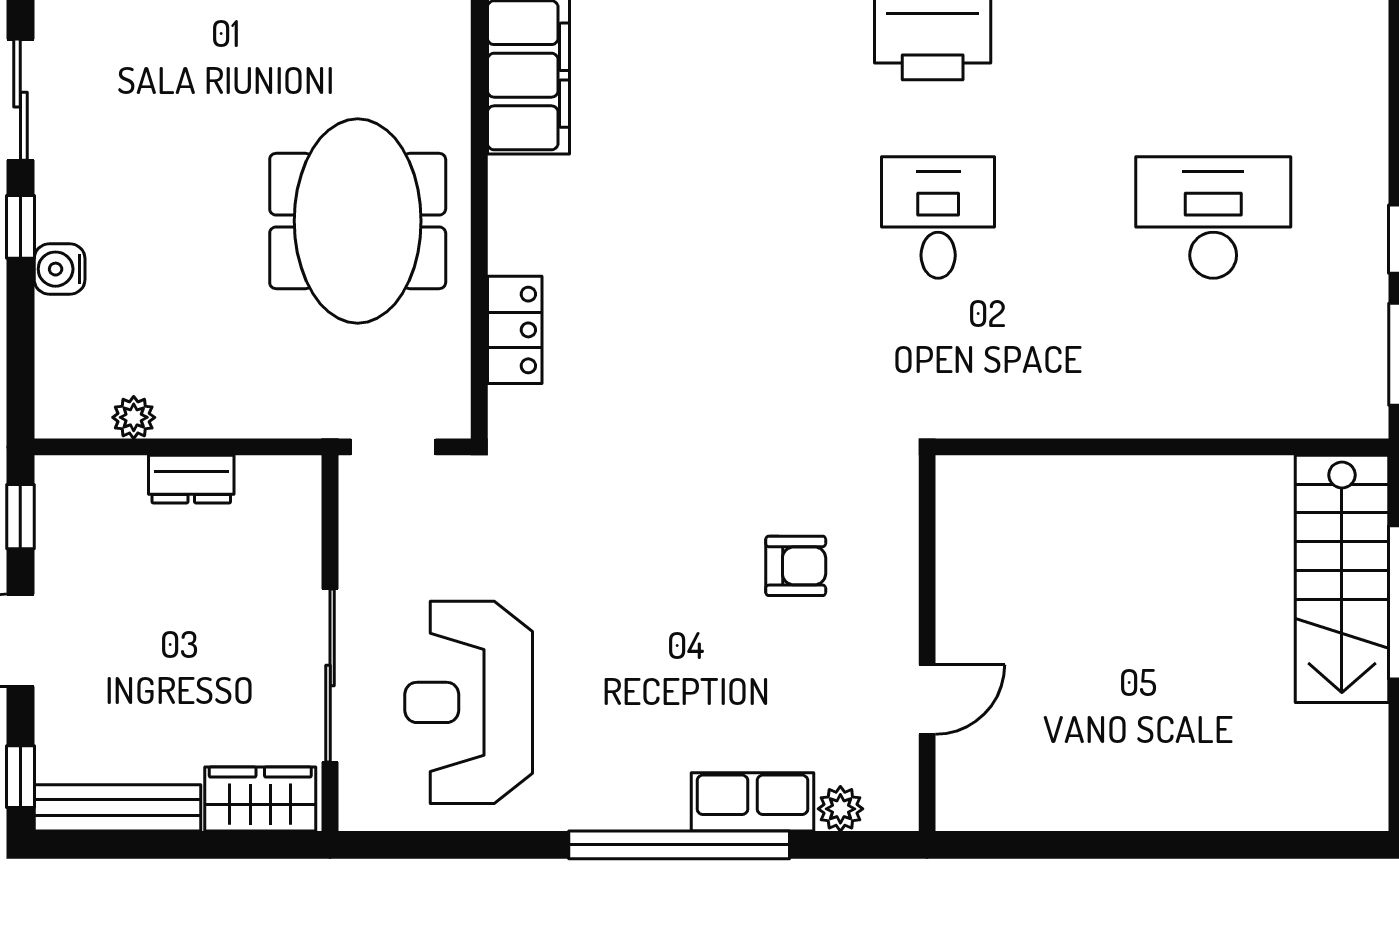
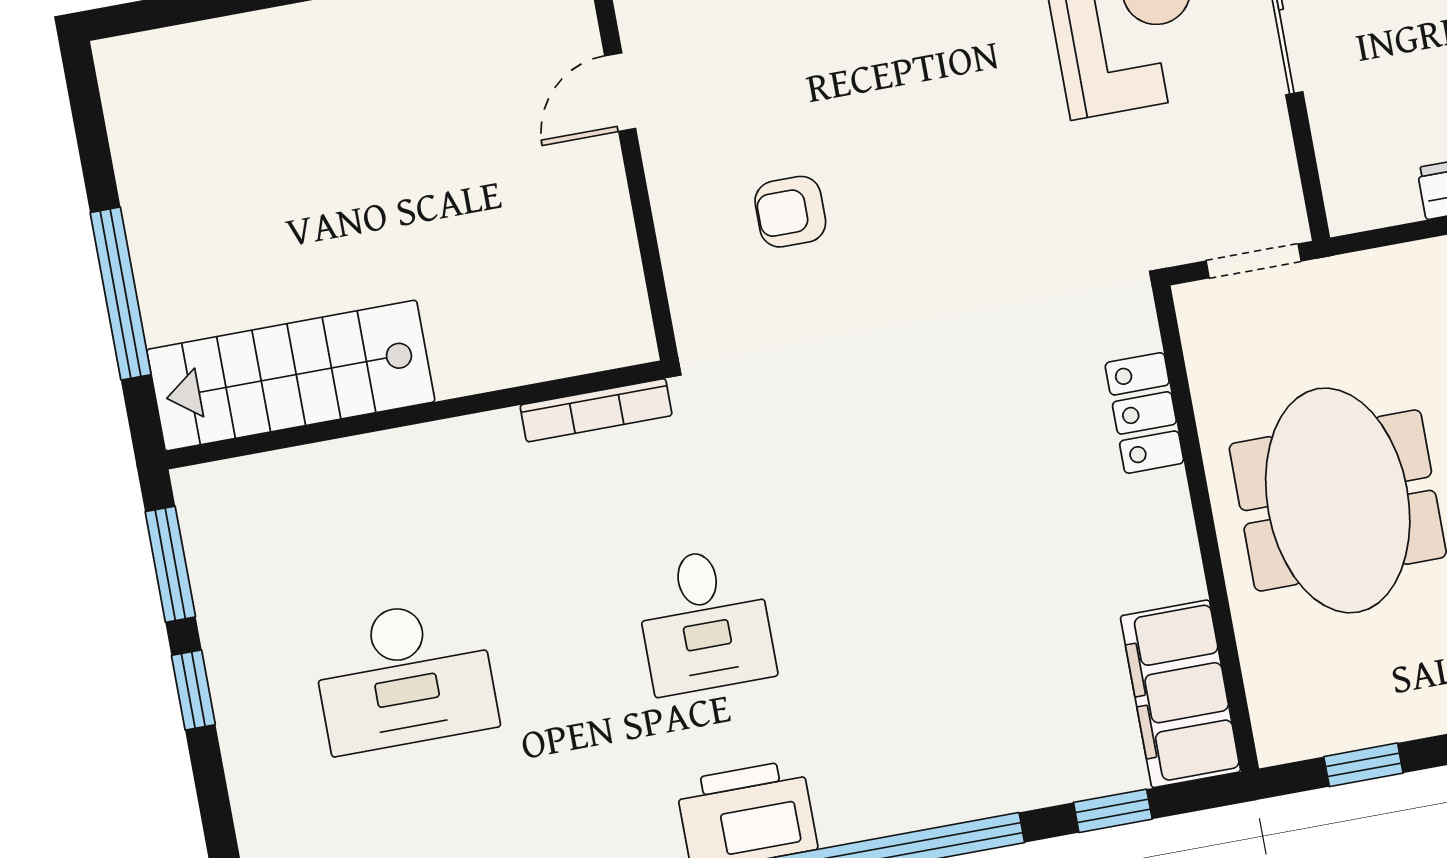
bookcase: (1000, 422) -> (596, 410), added
stairs: (1342, 579) -> (291, 376), moved, turned -90

